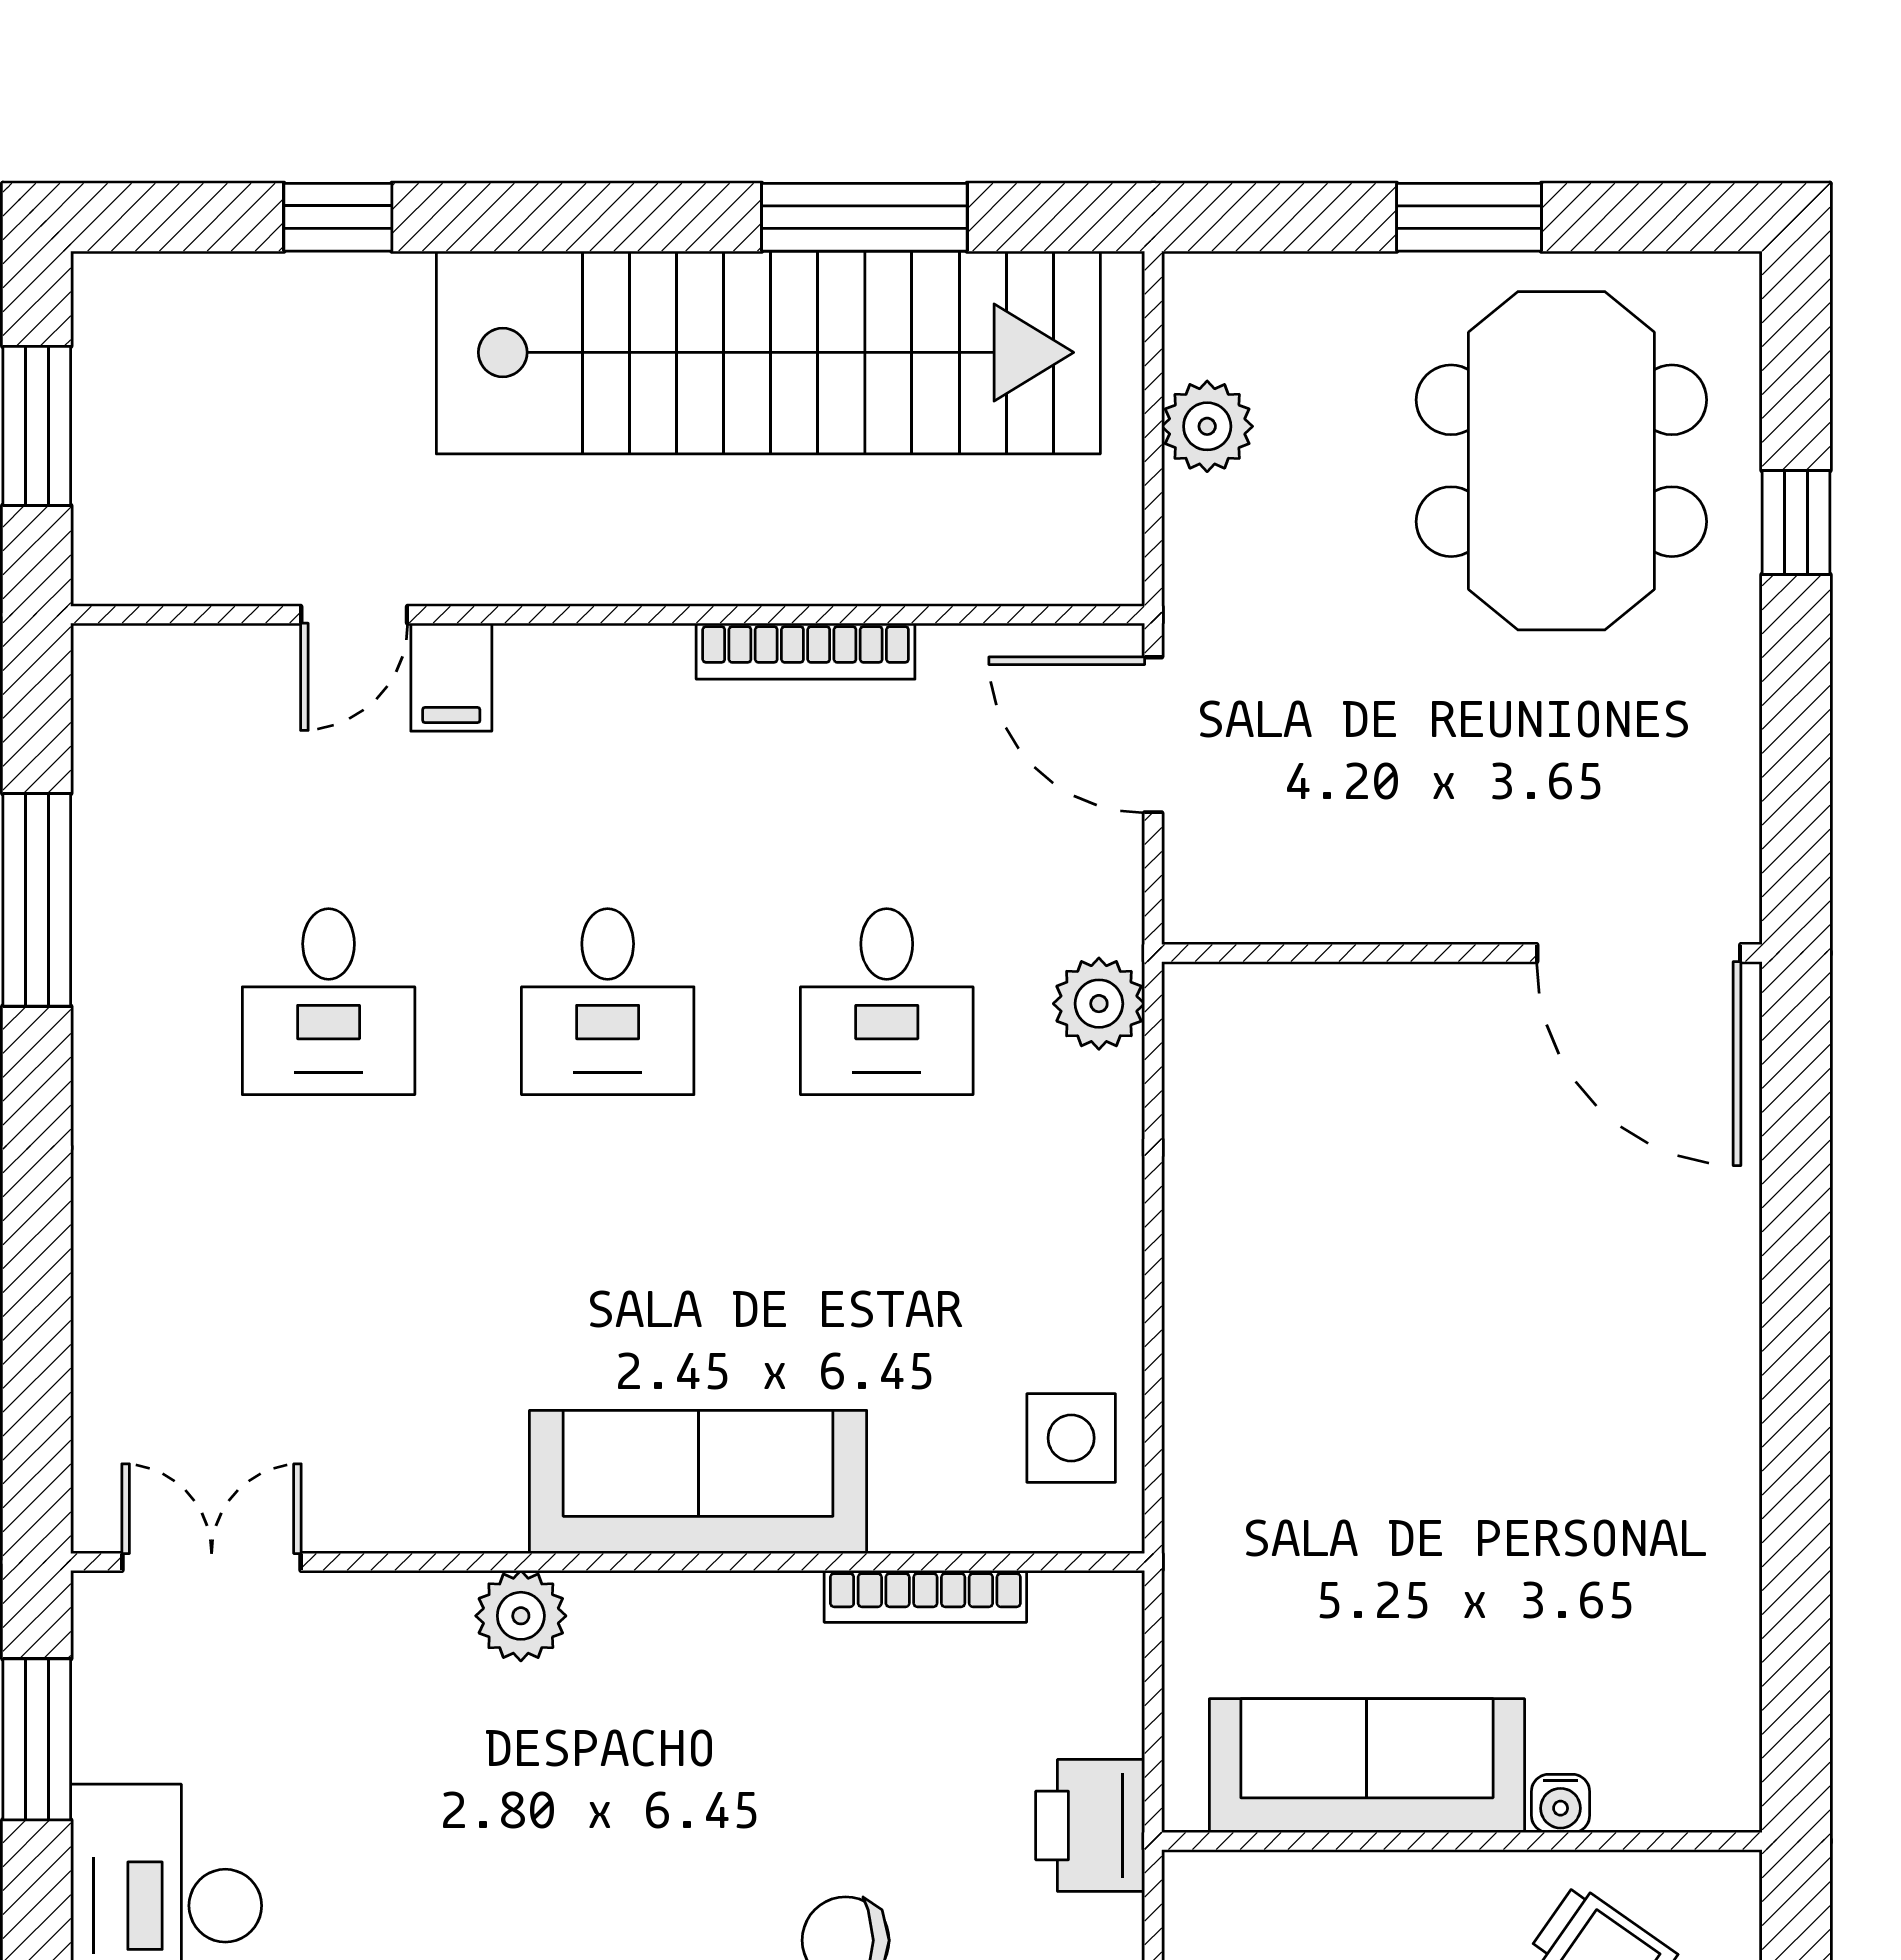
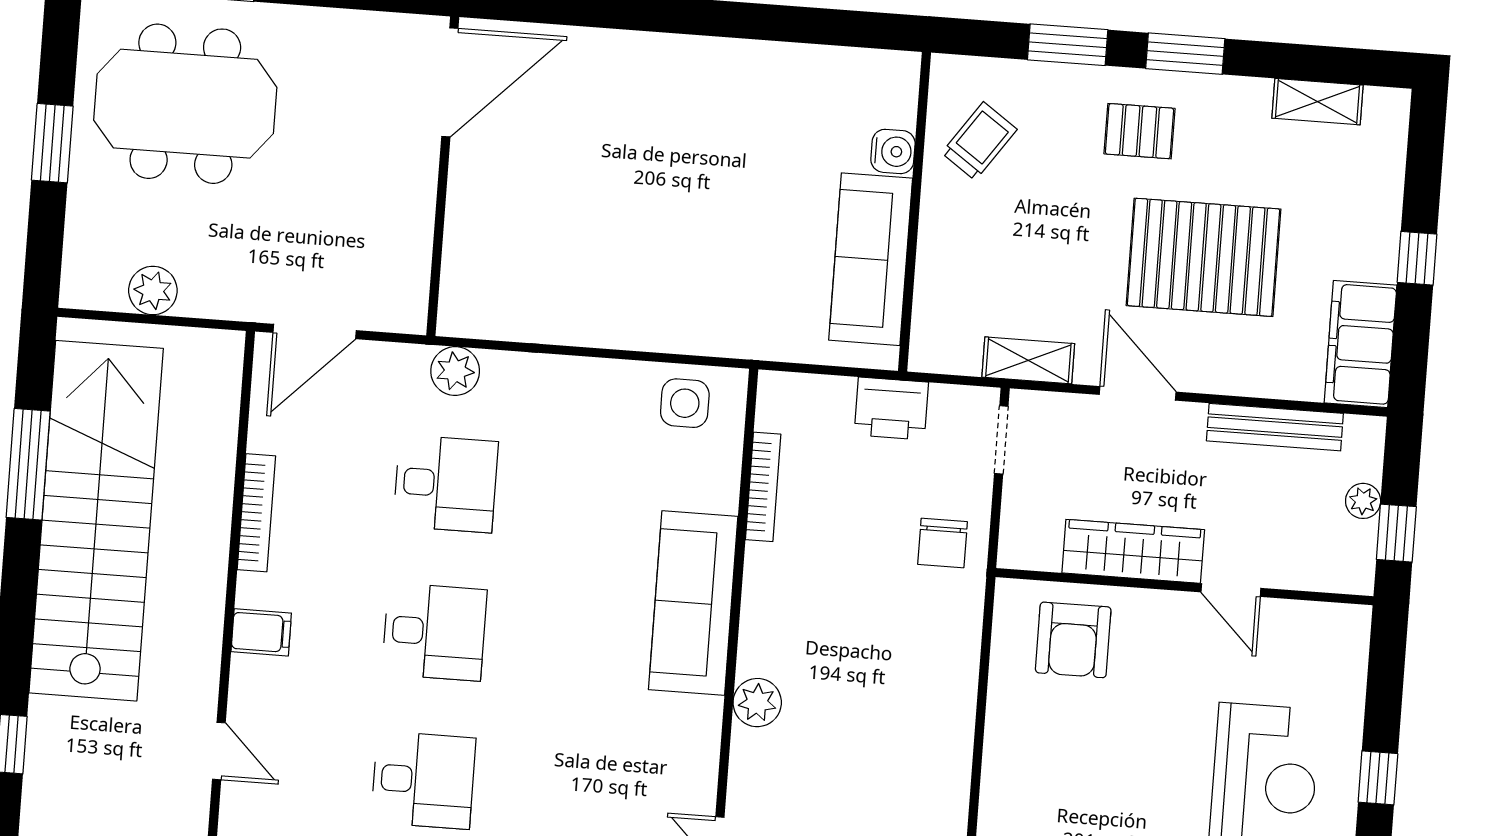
filing cabinet: (451, 677) -> (261, 632), moved
water cooler: (1561, 1803) -> (893, 151), width x1.38, depth x1.38

